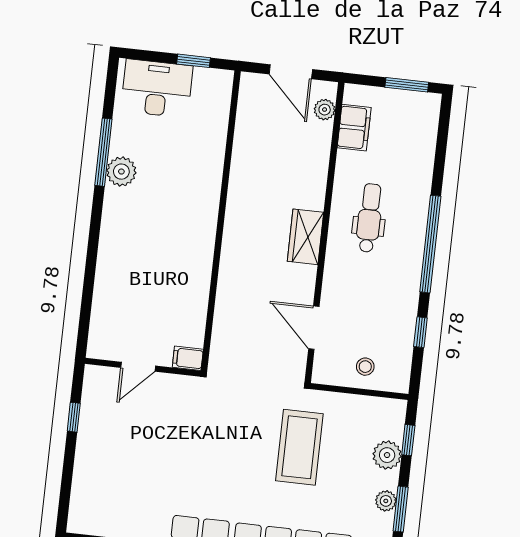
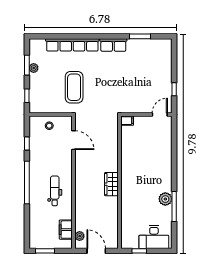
dental chair: (369, 218) -> (55, 191), turned 180
wardrobe: (306, 237) -> (111, 184), moved, turned 180
door: (138, 367) -> (160, 115), moved
plant: (387, 455) -> (35, 88), removed

